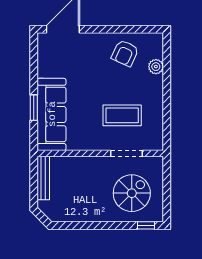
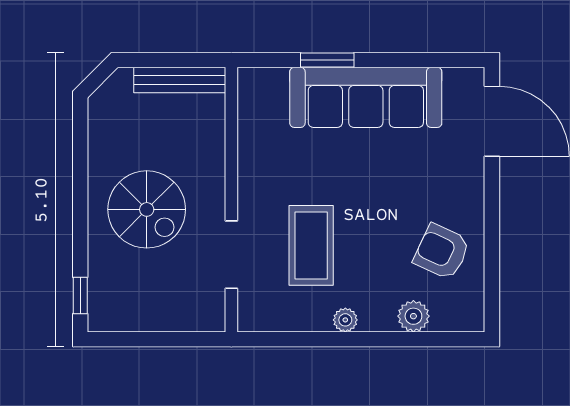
plant: (158, 99) -> (345, 320), added
sofa: (52, 114) -> (366, 97), moved
spiral stairs: (132, 193) -> (147, 209), moved

